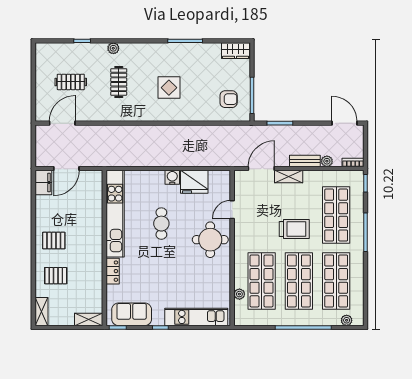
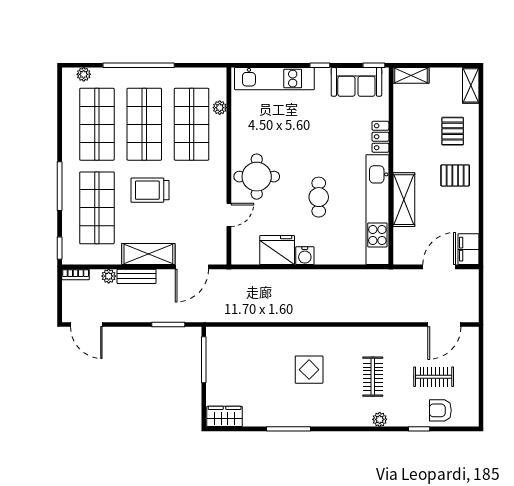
armchair: (229, 99) -> (440, 410), moved
shelving: (289, 177) -> (148, 254), width x1.50, depth x1.33
shelving: (94, 222) -> (404, 200), added
pallet: (56, 276) -> (453, 131), turned 90

